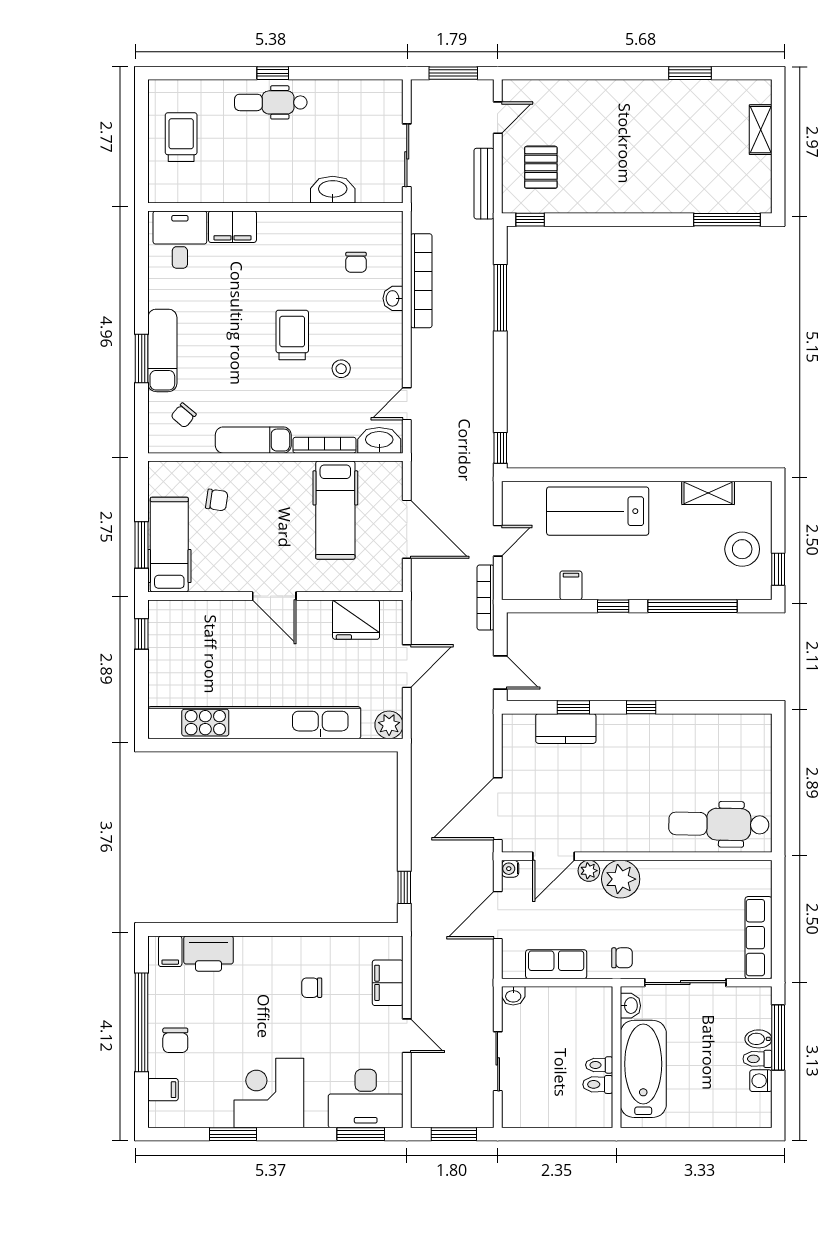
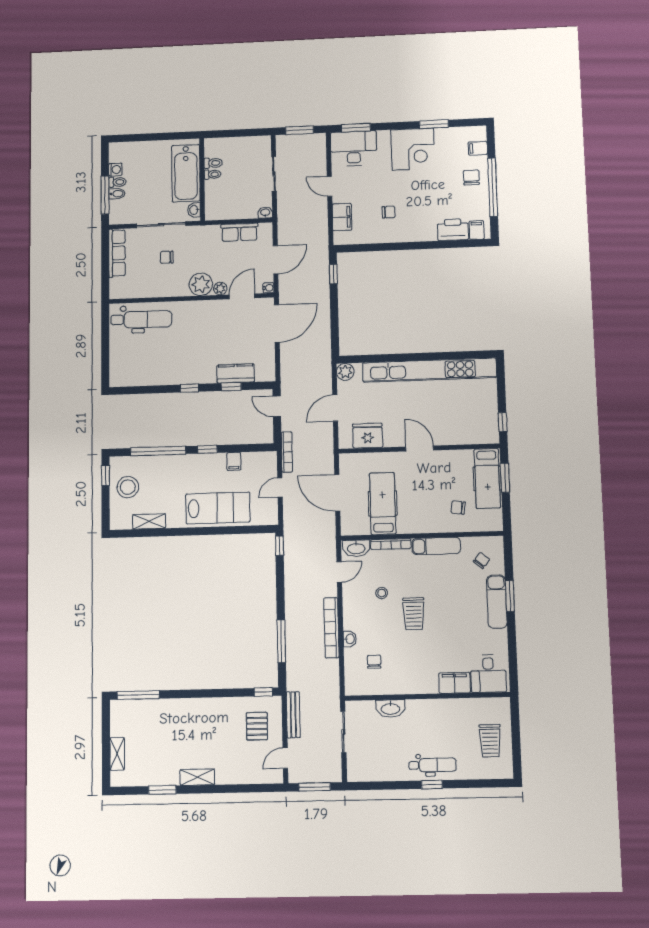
shelving: (635, 91) -> (197, 777), added
bookcase: (421, 281) -> (331, 628), moved
chair: (622, 958) -> (167, 257), moved

